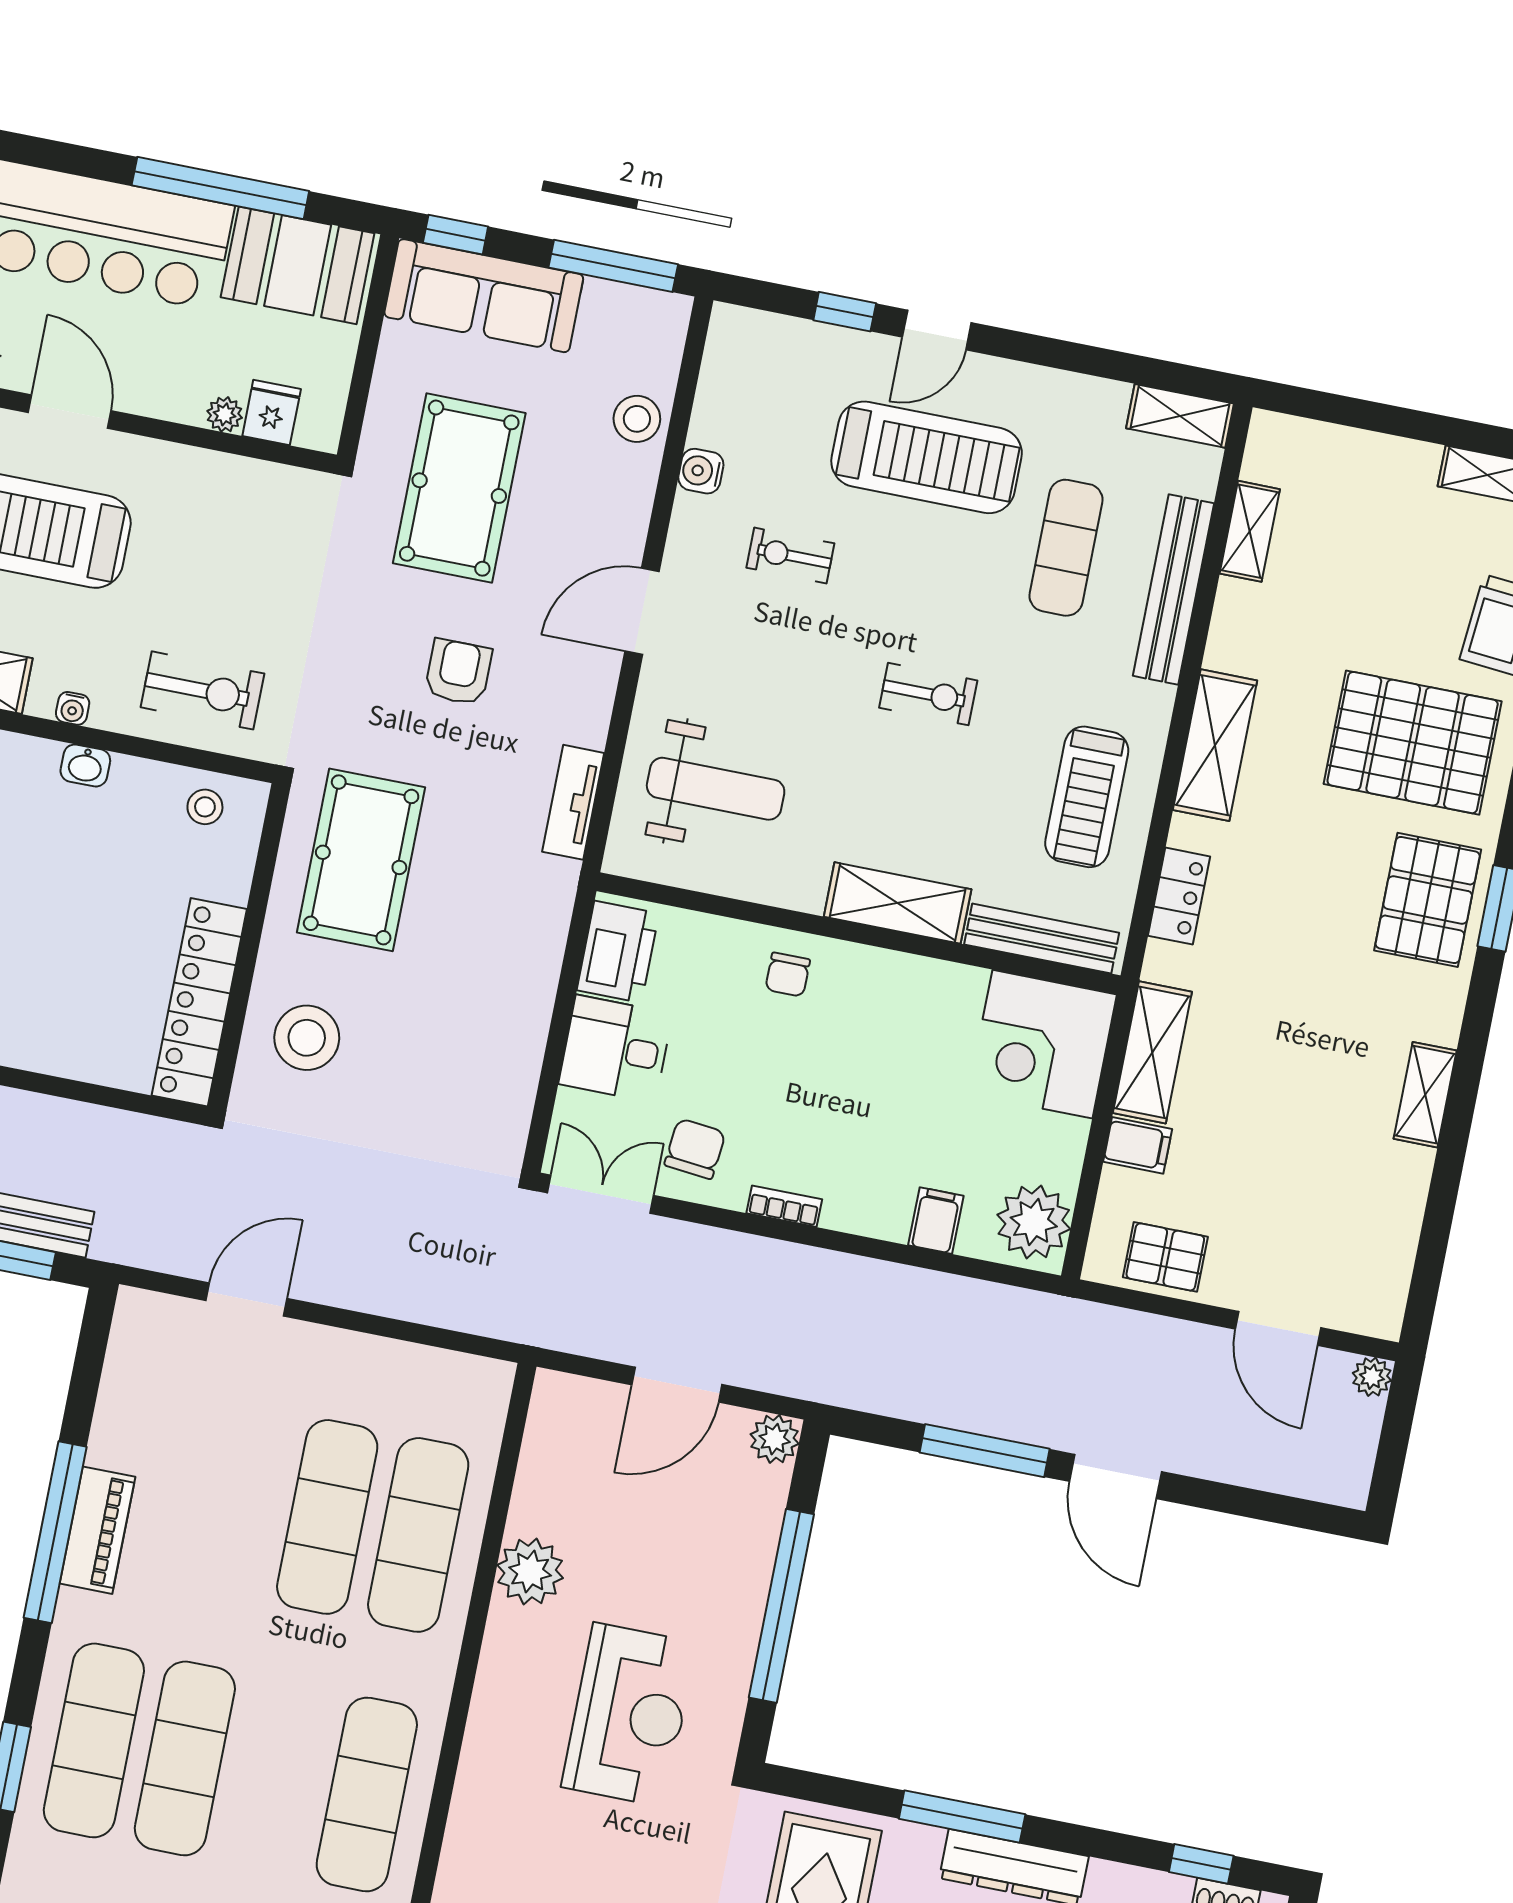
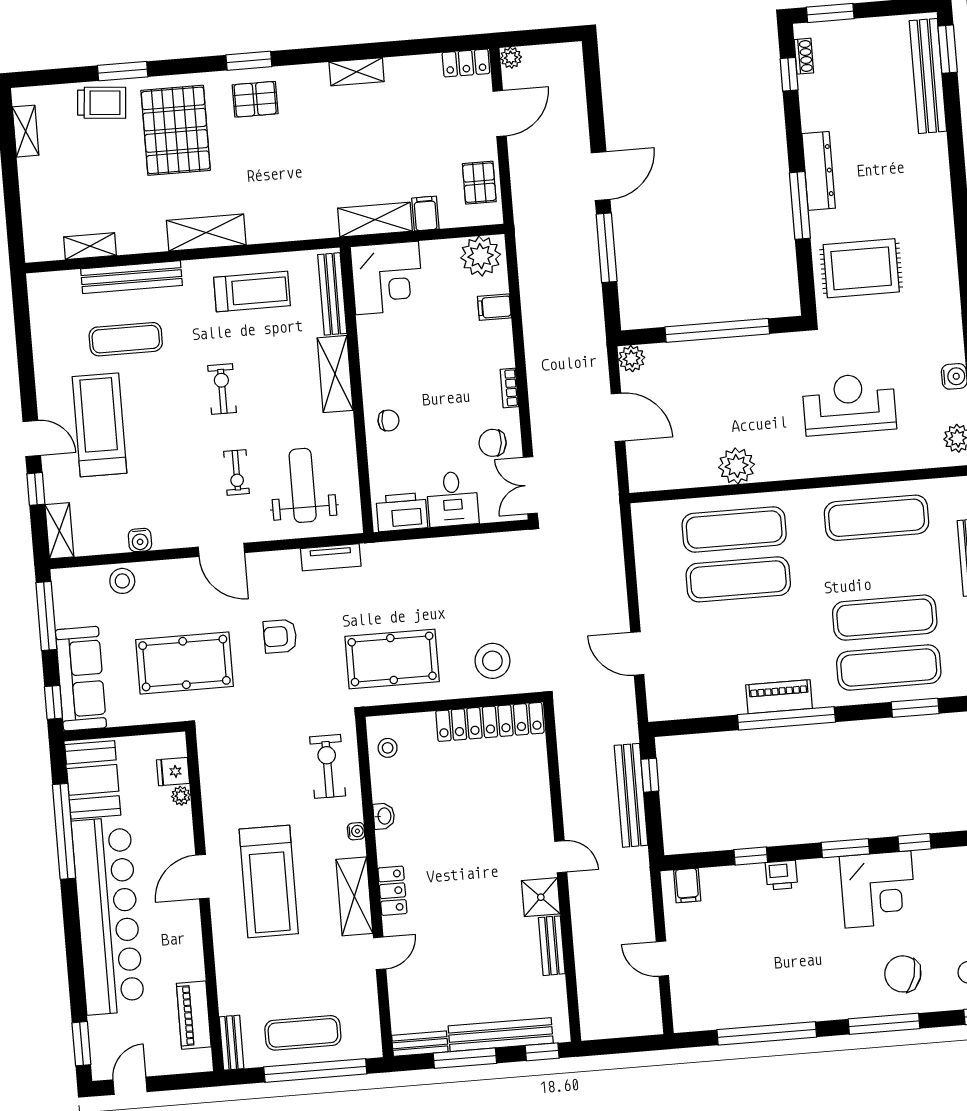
shelving: (1180, 416) -> (59, 531), moved
exercise bike: (790, 556) -> (237, 472), moved
locker: (1179, 896) -> (466, 63), moved, turned 180
pallet: (1428, 900) -> (255, 99), width x0.67, depth x0.71
reception desk: (629, 1715) -> (849, 404), moved

